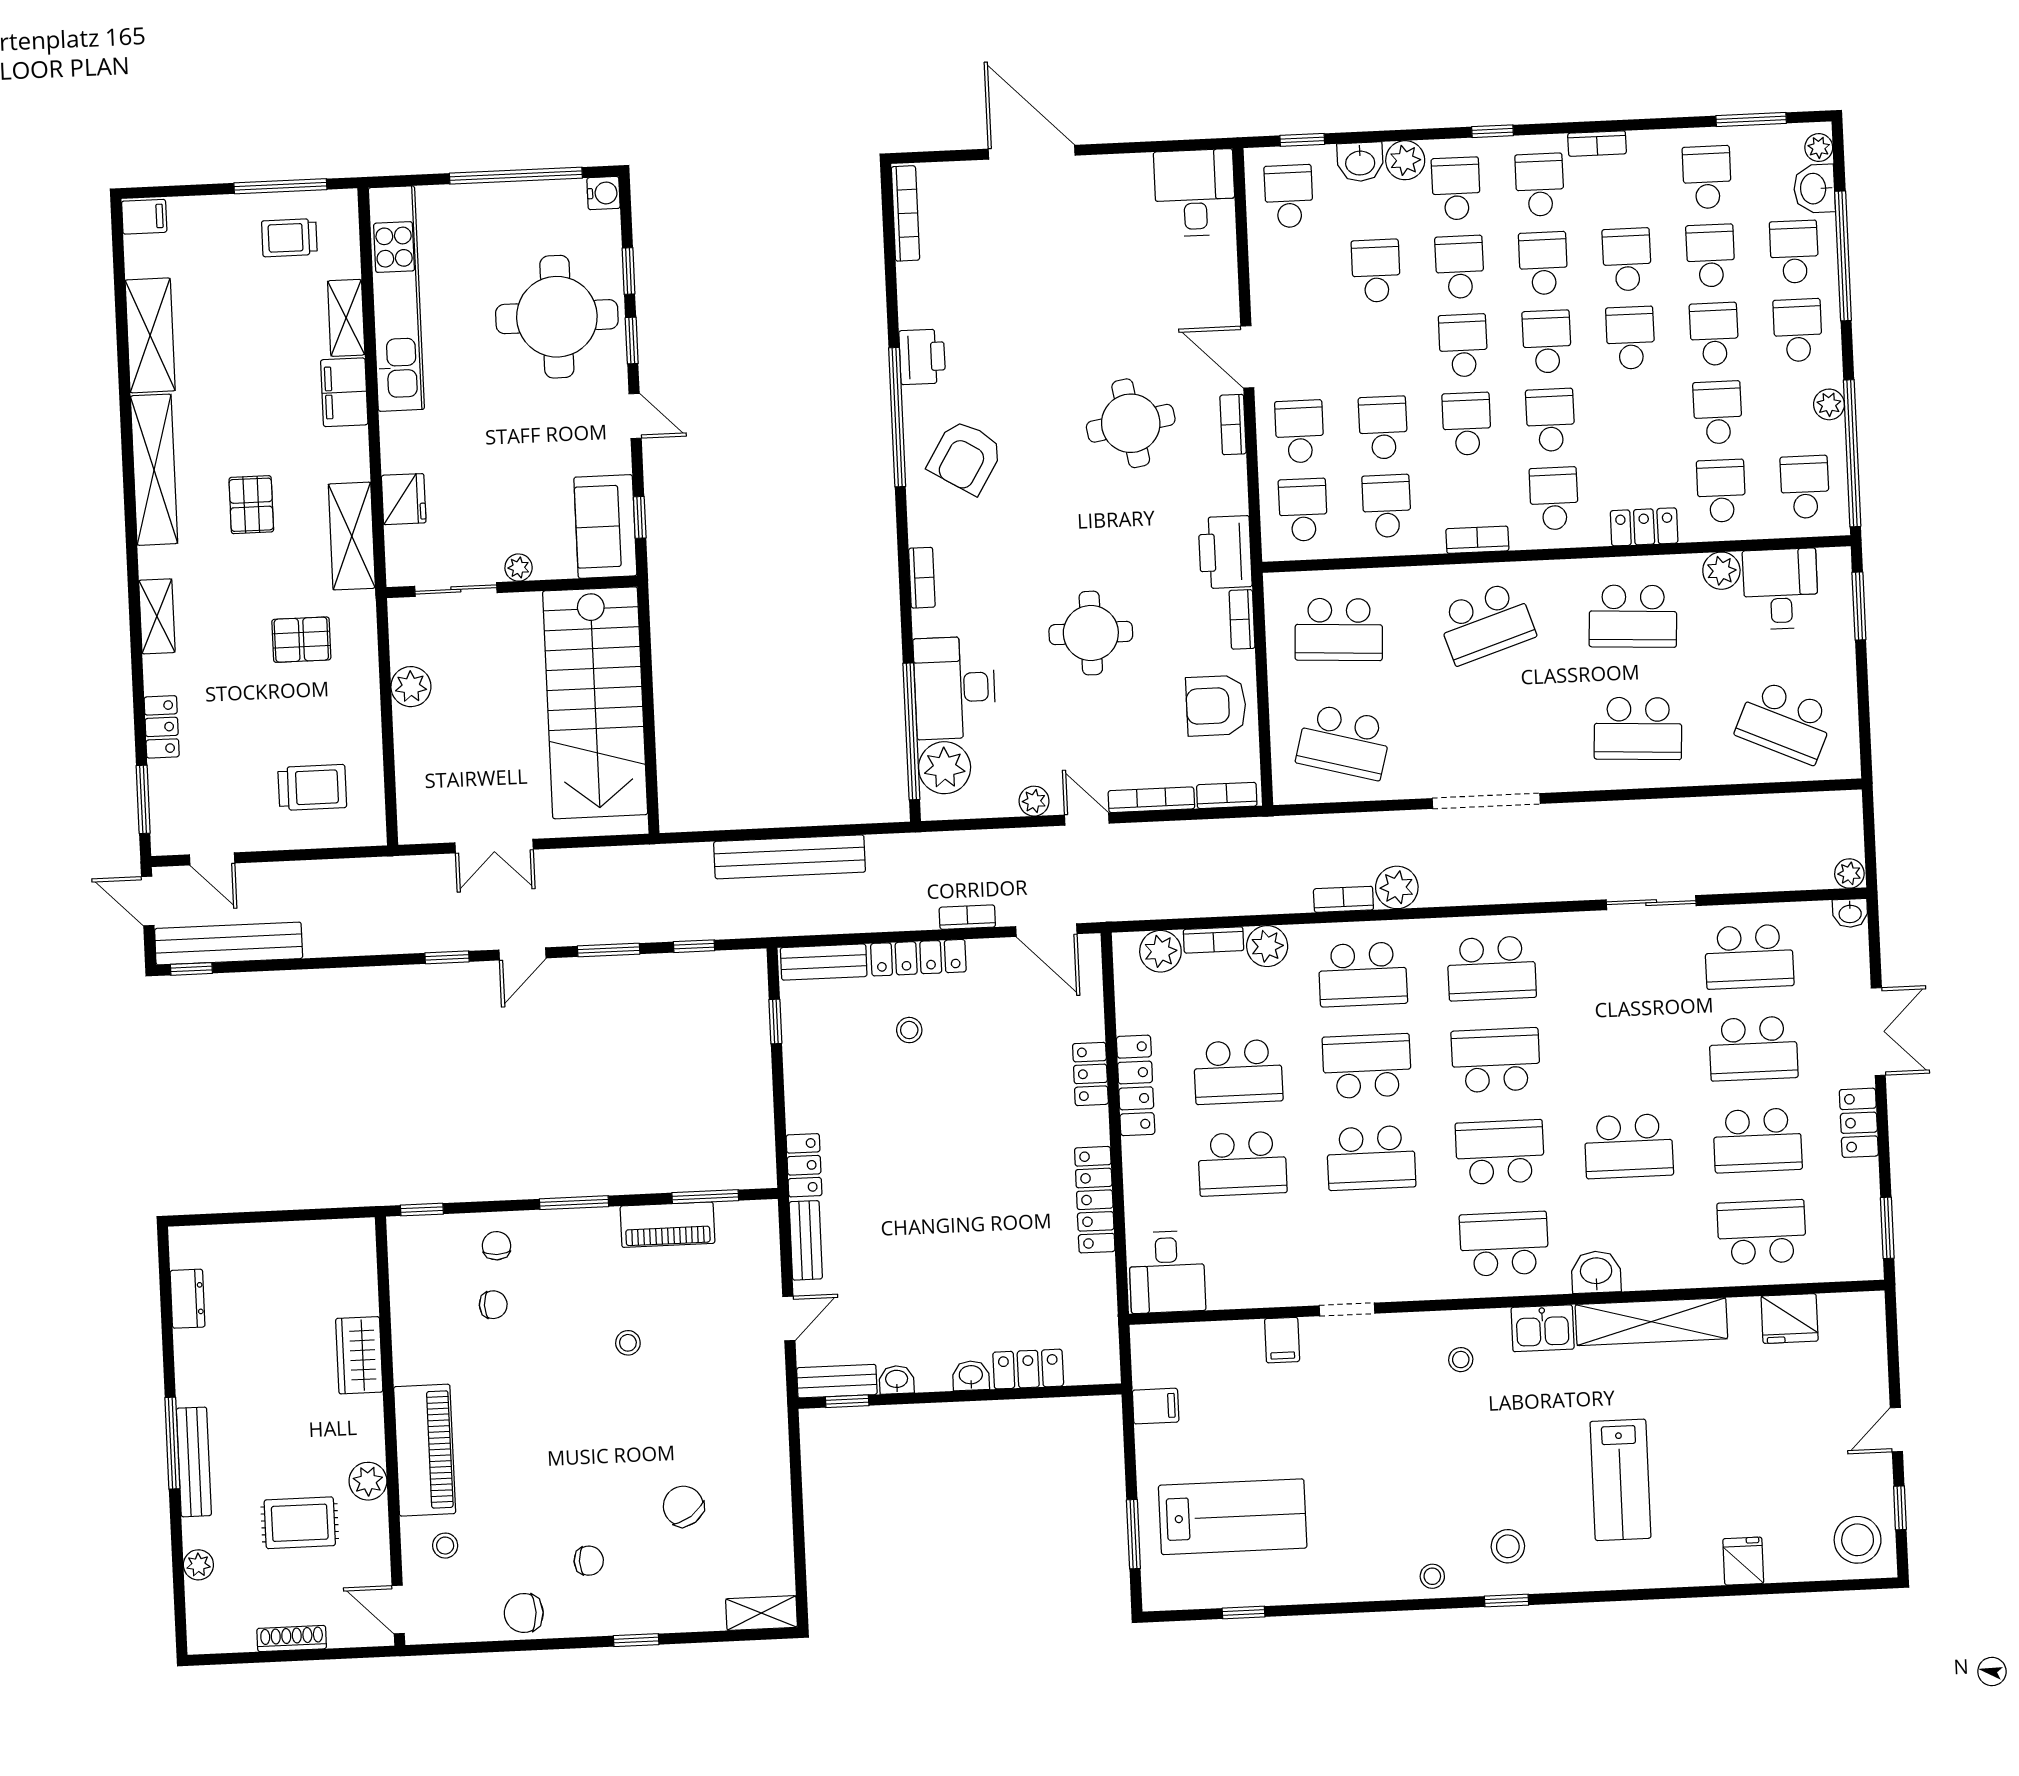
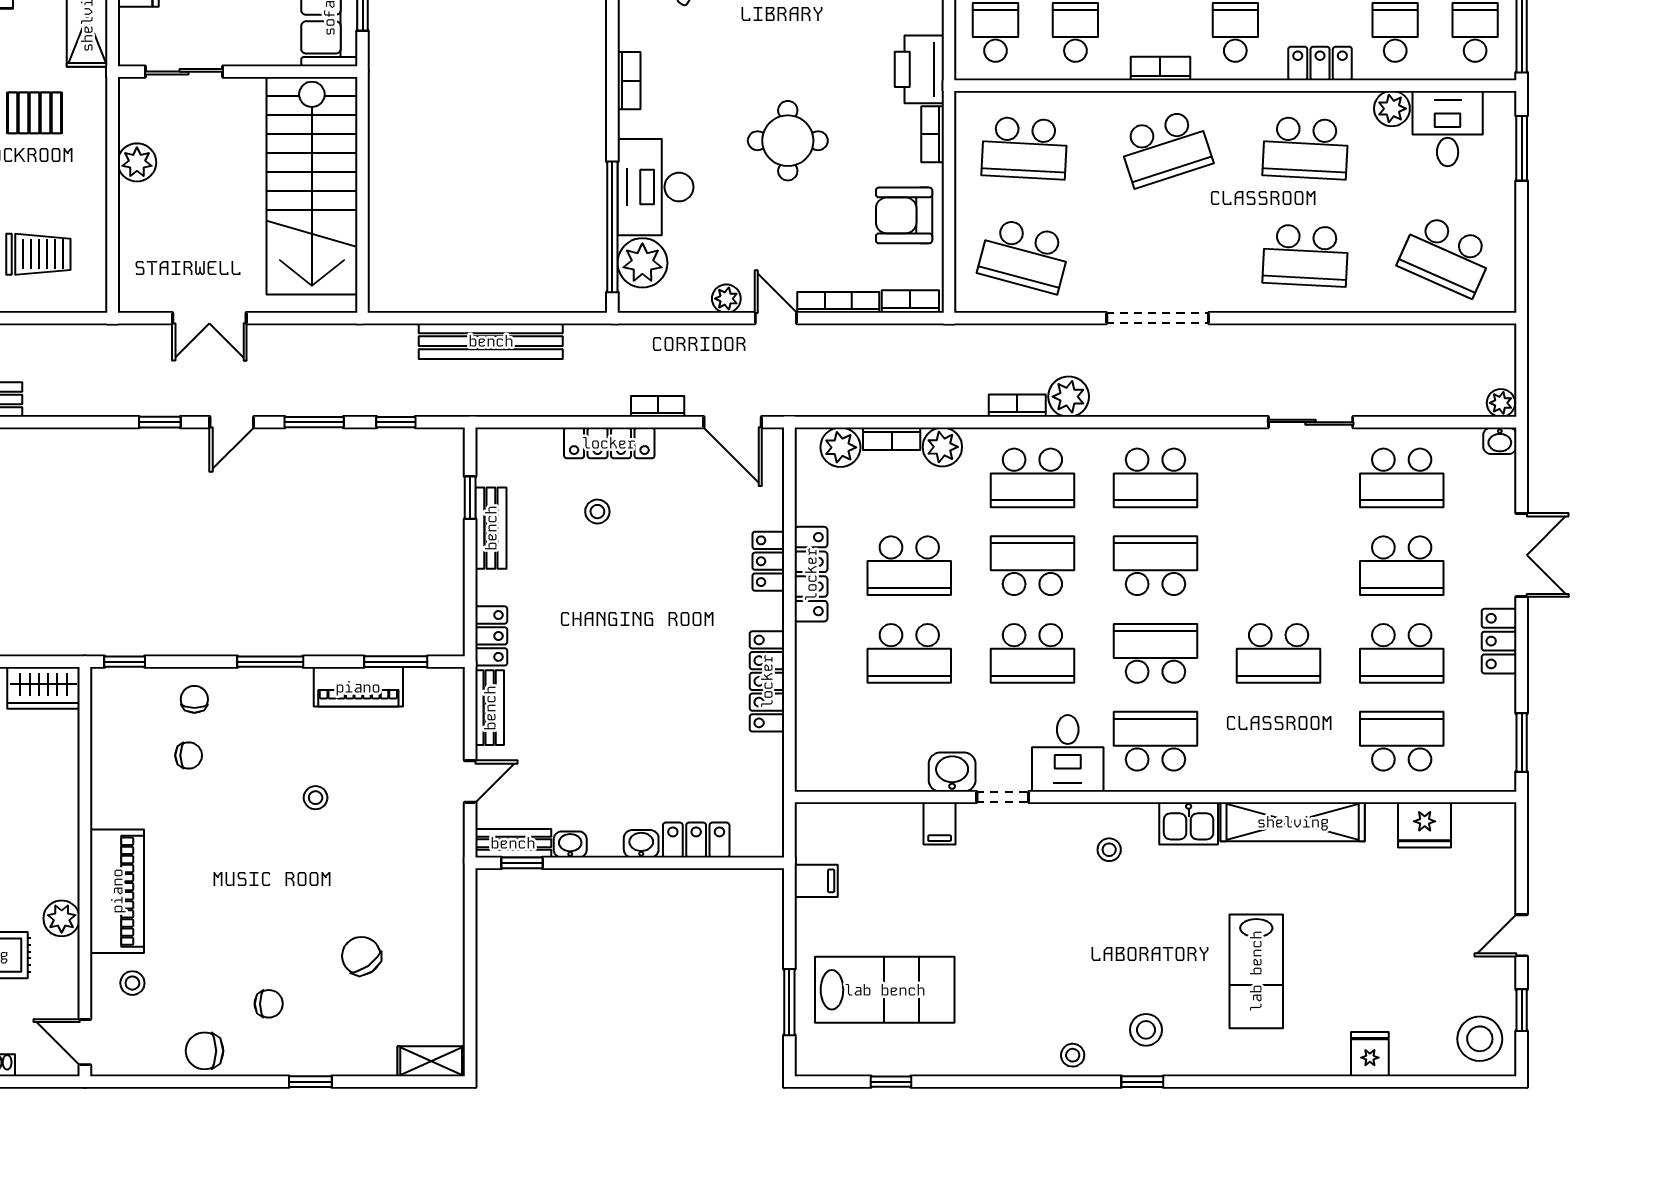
plant: (519, 568) -> (245, 53), removed
bench: (824, 962) -> (491, 528), moved, turned 90
desk: (1167, 1272) -> (1068, 753), moved
washbasin: (1596, 1272) -> (952, 772), moved
wardrobe: (359, 1355) -> (44, 688), moved, turned -90

